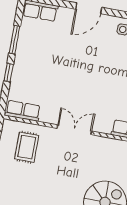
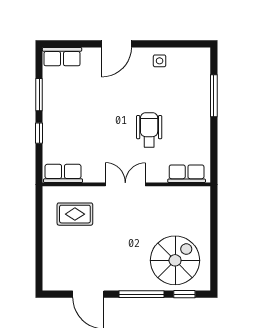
wheelchair: (103, 87) -> (149, 130), added
rug: (27, 147) -> (75, 214), turned 90

